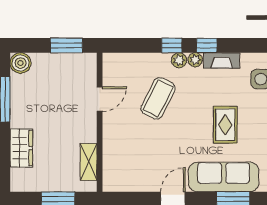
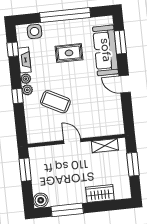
window: (207, 45) -> (13, 49), moved
door: (100, 99) -> (72, 141), moved

